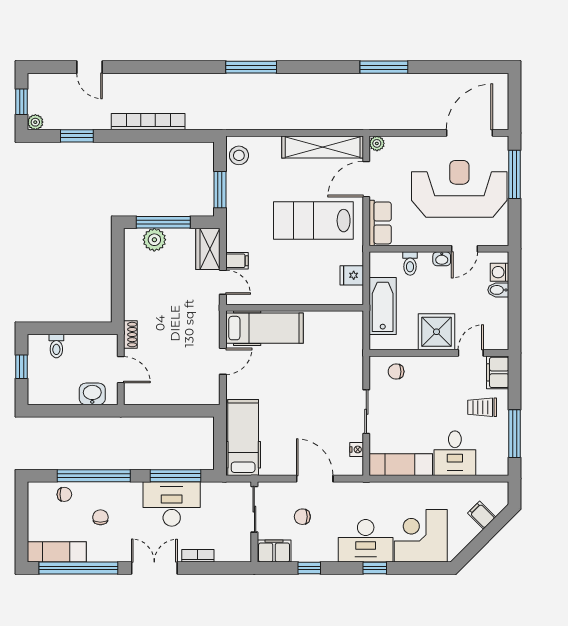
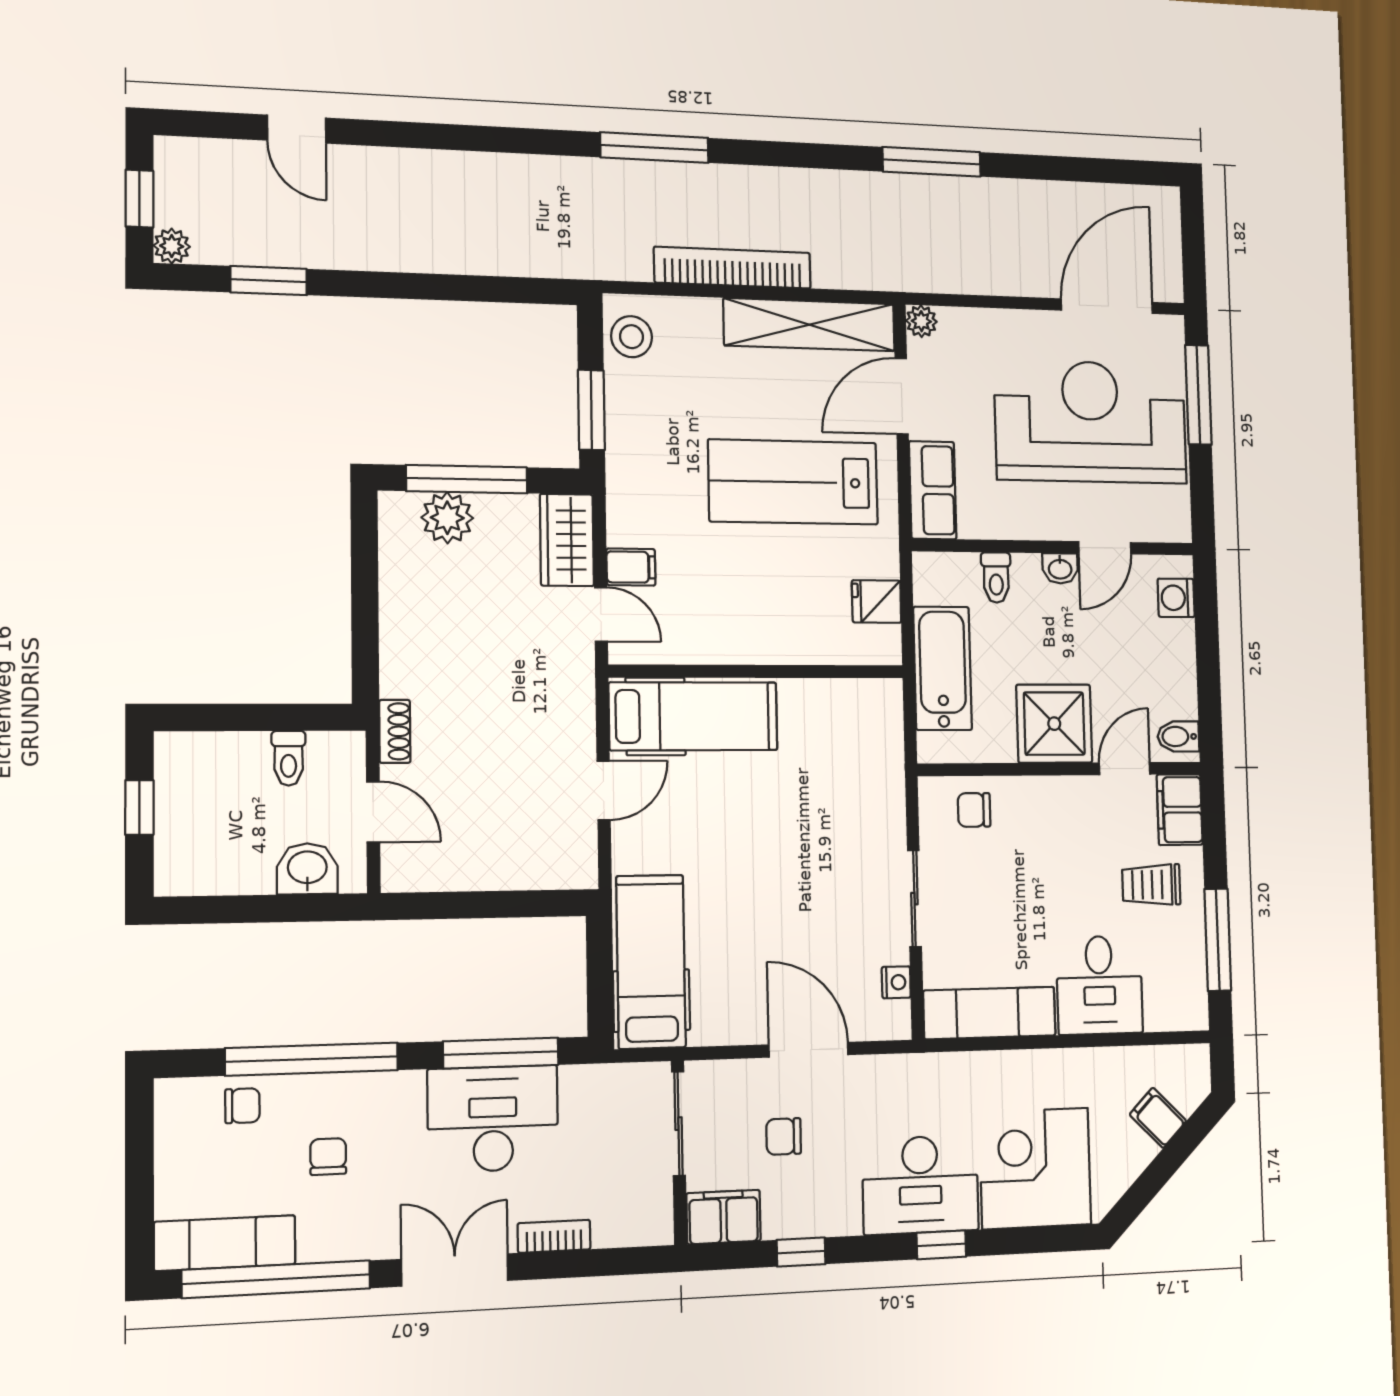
bookcase: (148, 122) -> (733, 268), moved
bidet: (498, 290) -> (1178, 736), moved
toilet: (56, 346) -> (289, 758), moved

